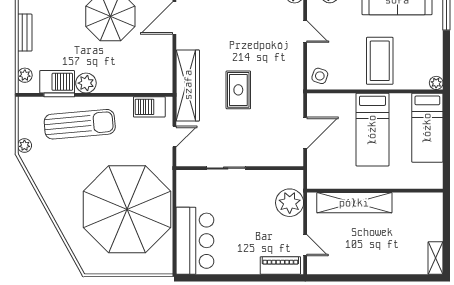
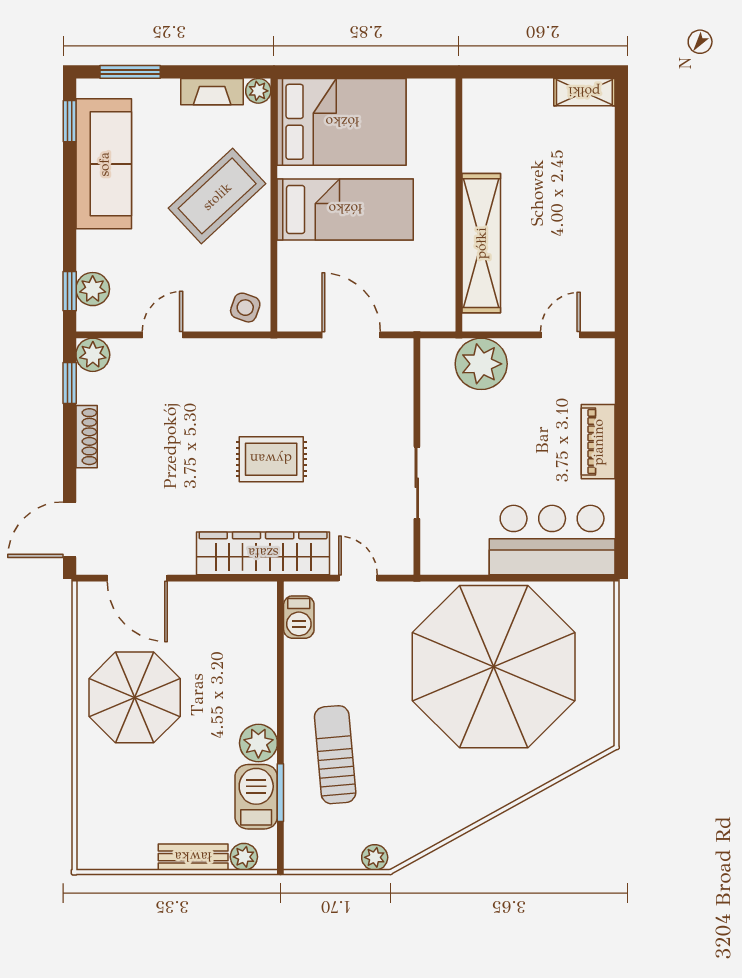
bench: (25, 33) -> (193, 857), moved
fireplace: (436, 58) -> (212, 92), added
coffee table: (380, 61) -> (217, 196), turned -43
barbecue: (149, 107) -> (299, 617), width x0.73, depth x0.79
sun lounger: (80, 124) -> (335, 755), width x0.73, depth x0.75
bed: (427, 128) -> (342, 122), width x1.50
piano: (280, 265) -> (598, 442), moved

